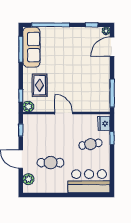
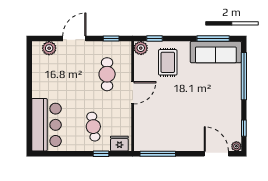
rug: (40, 85) -> (168, 62), turned 90
cafe table: (50, 163) -> (107, 74), moved

